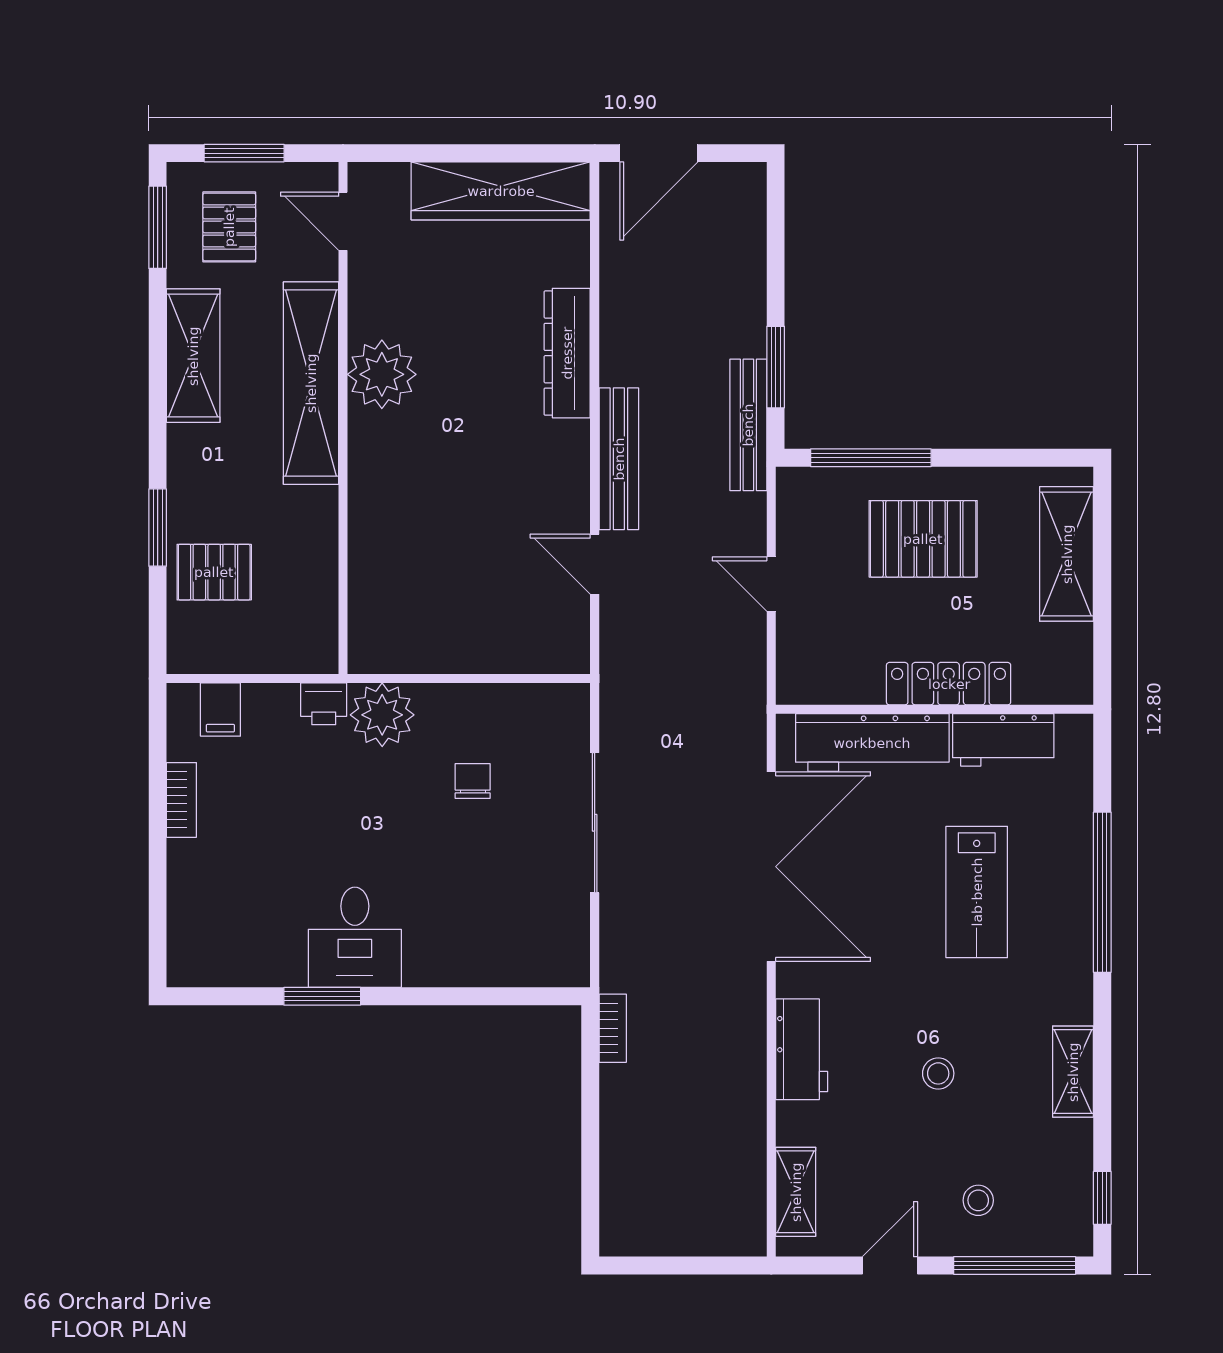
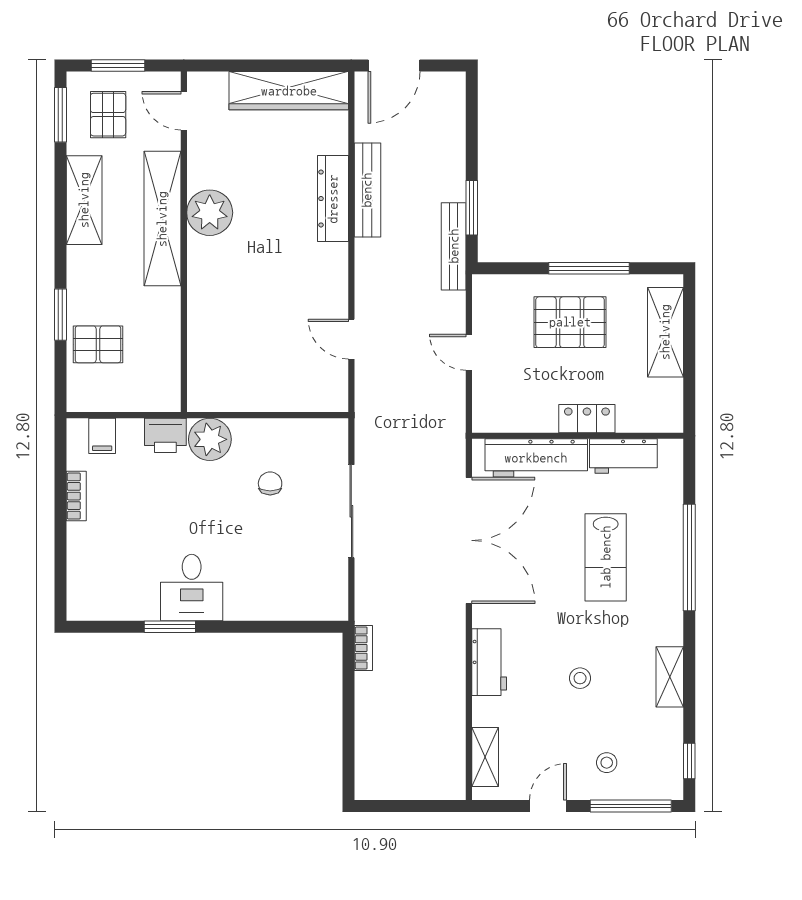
window: (871, 458) -> (589, 268), moved
bench: (619, 459) -> (367, 190), moved
locker: (949, 684) -> (587, 419), width x0.66
printer: (324, 704) -> (165, 435), width x1.36, depth x1.24

